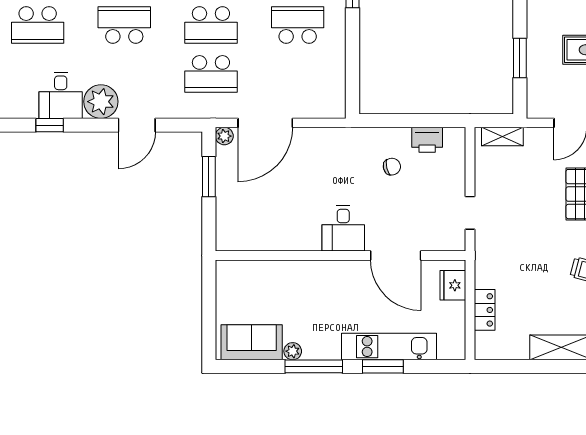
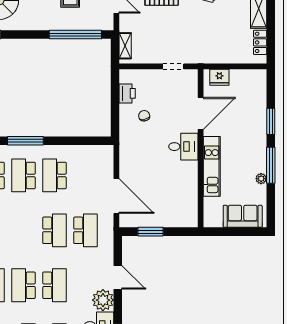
school desk: (124, 25) -> (54, 285), turned 180
window: (520, 58) -> (75, 35), width x2.11
plant: (224, 136) -> (125, 222), removed
locker: (485, 310) -> (260, 42), moved, turned -90
sofa: (252, 342) -> (243, 216), moved, turned 90
kitchen unit: (389, 347) -> (212, 166), moved, turned 180

